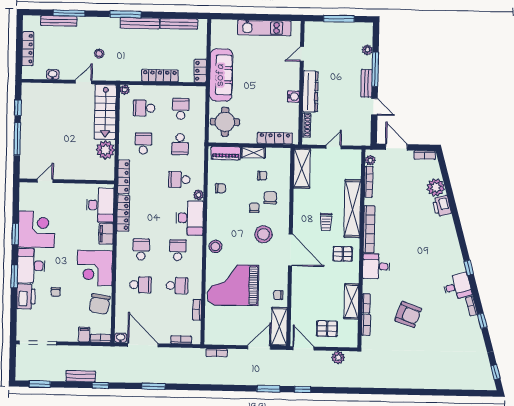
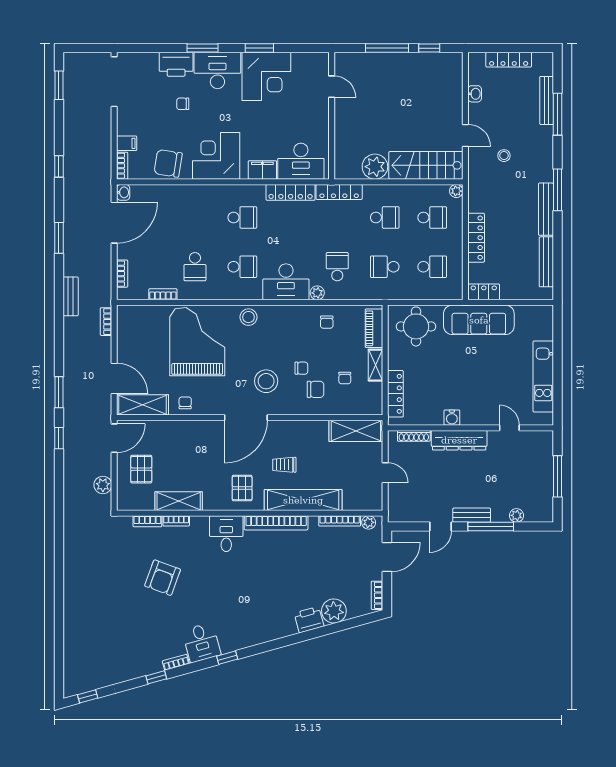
school desk: (144, 108) -> (432, 217), turned 90
school desk: (140, 285) -> (195, 217), removed
bench: (81, 376) -> (71, 296), moved

